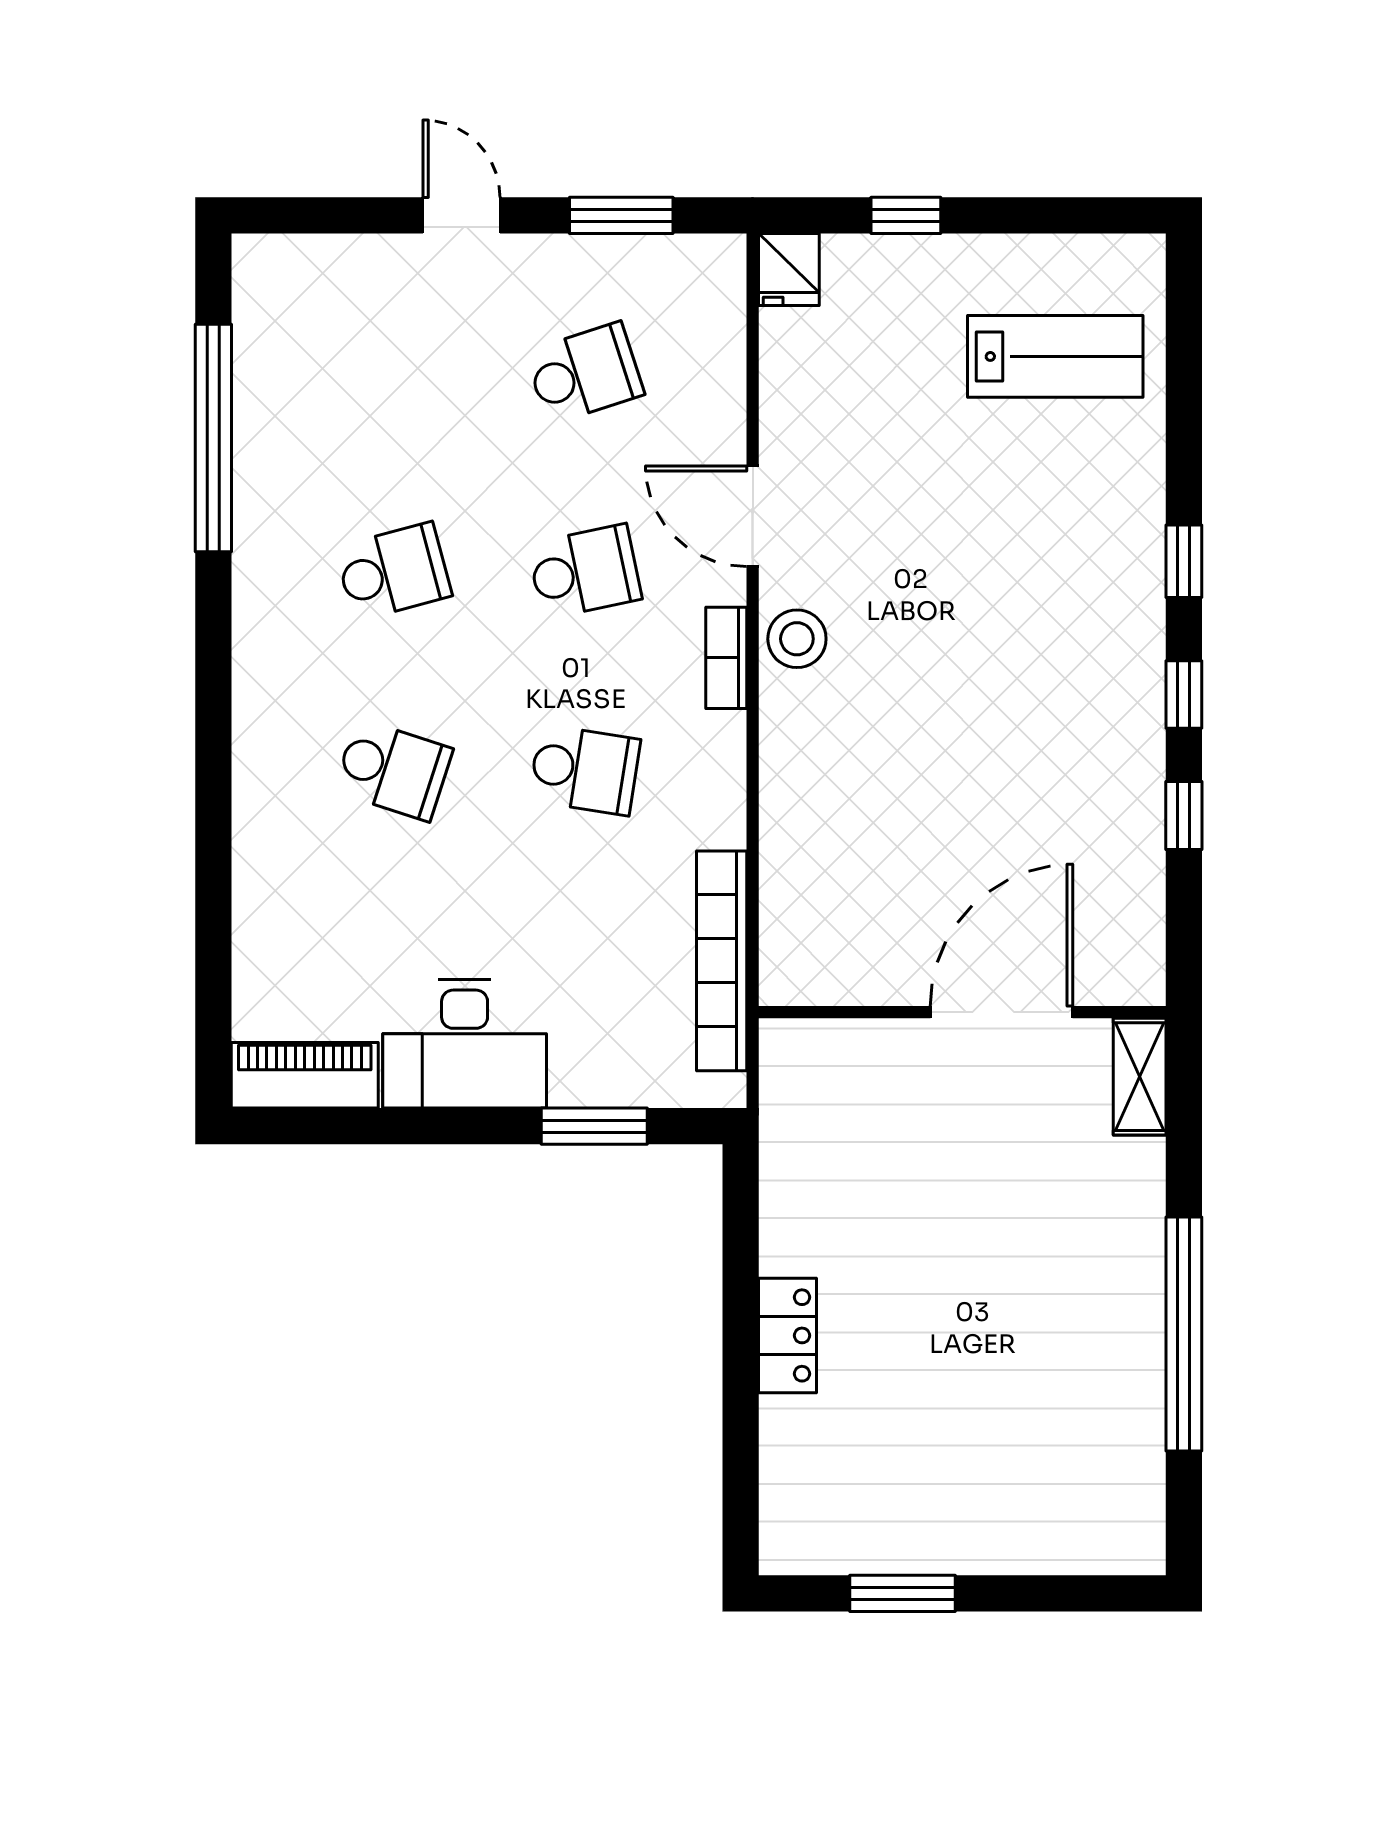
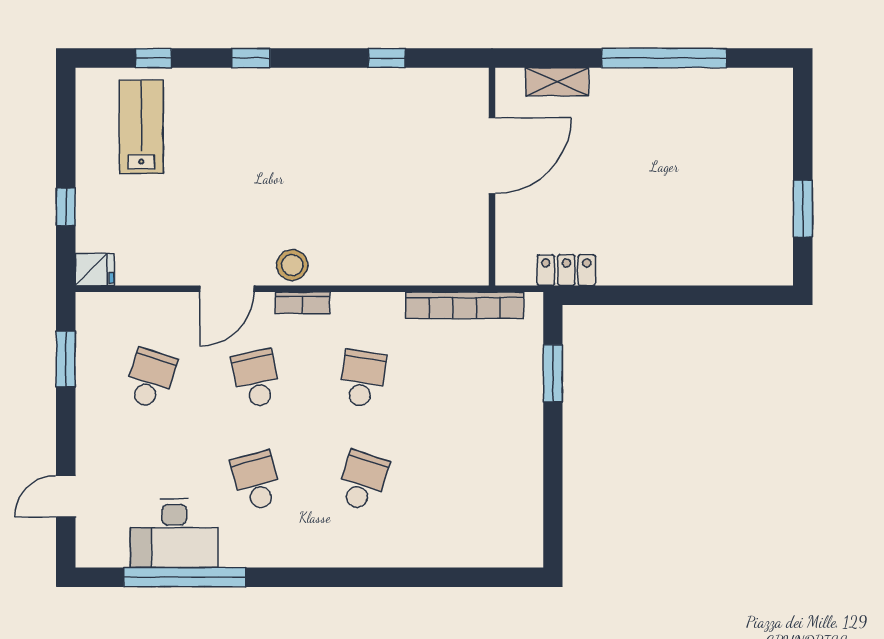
door: (462, 215) -> (66, 496), moved
school desk: (585, 373) -> (150, 379), turned 36
window: (1184, 694) -> (153, 58), moved
door: (1002, 1012) -> (492, 156), swing flipped
desk: (465, 1044) -> (174, 533), moved, turned 90
piano: (305, 1075) -> (526, 528), removed
shelving: (1140, 1077) -> (557, 82), moved
locker: (787, 1335) -> (566, 270), moved

